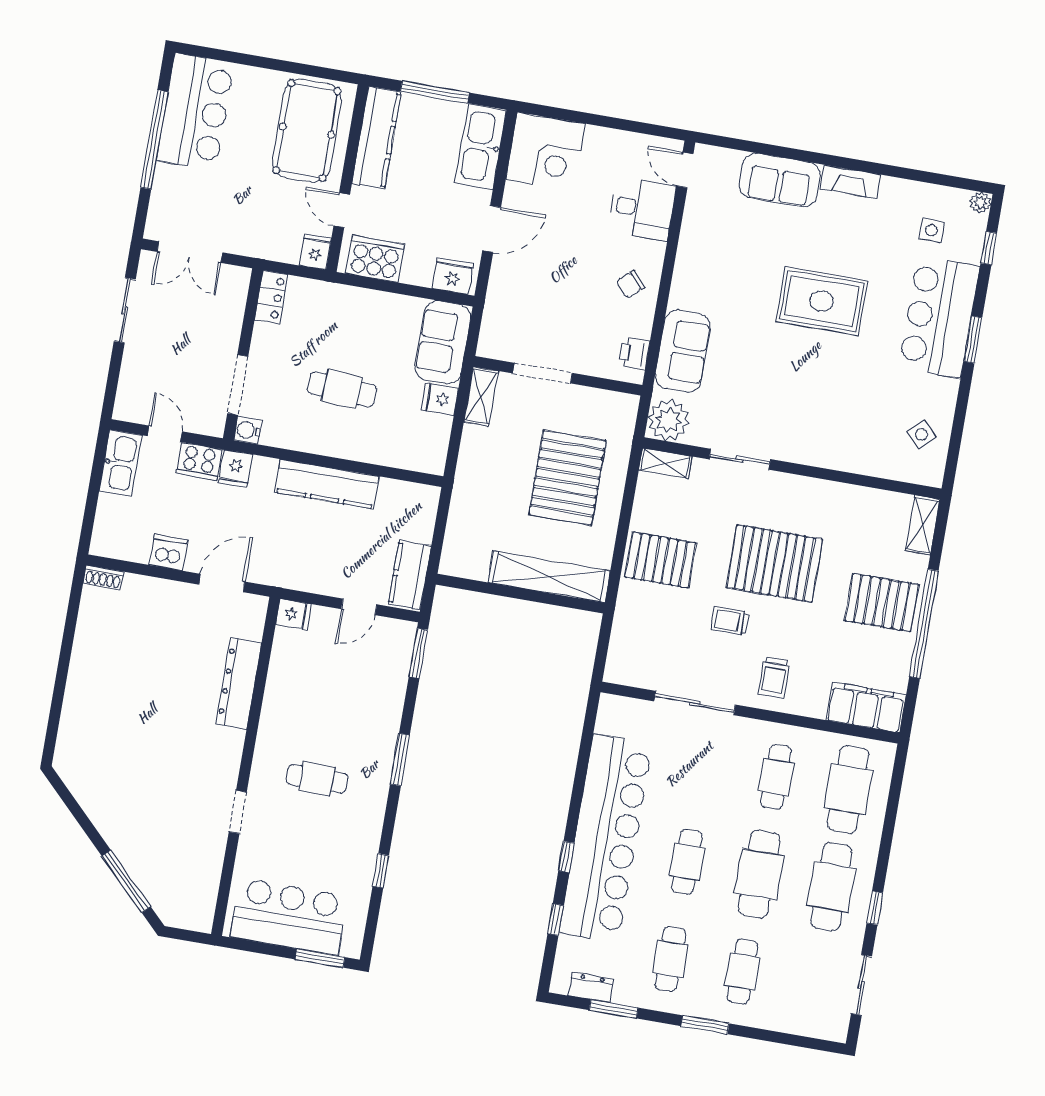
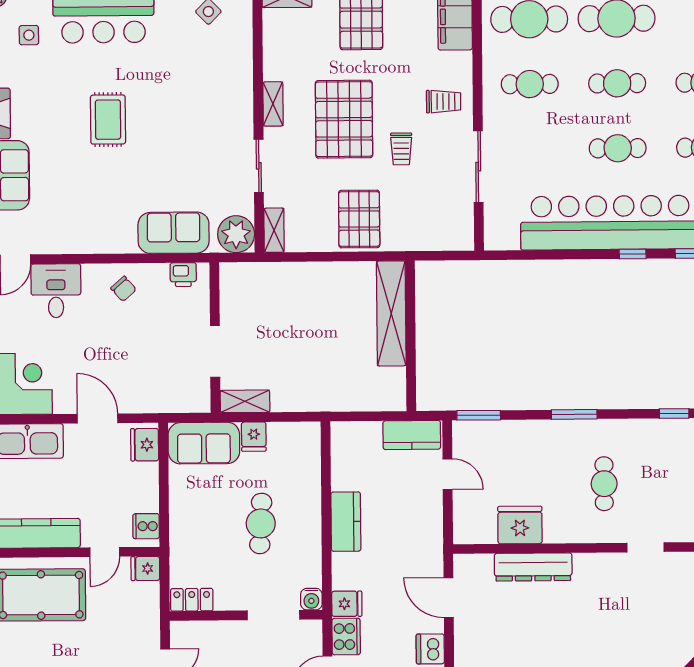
cooker: (375, 259) -> (146, 526), width x0.53, depth x0.76
rug: (822, 301) -> (108, 120), width x0.73, depth x0.70
pallet: (567, 478) -> (302, 313), removed
kitchen counter: (327, 484) -> (346, 522), width x0.67
shelving: (806, 488) -> (273, 104), added
fridge: (293, 614) -> (520, 525), moved, width x1.88, depth x1.34
cafe table: (759, 874) -> (617, 83), width x0.73, depth x0.74

